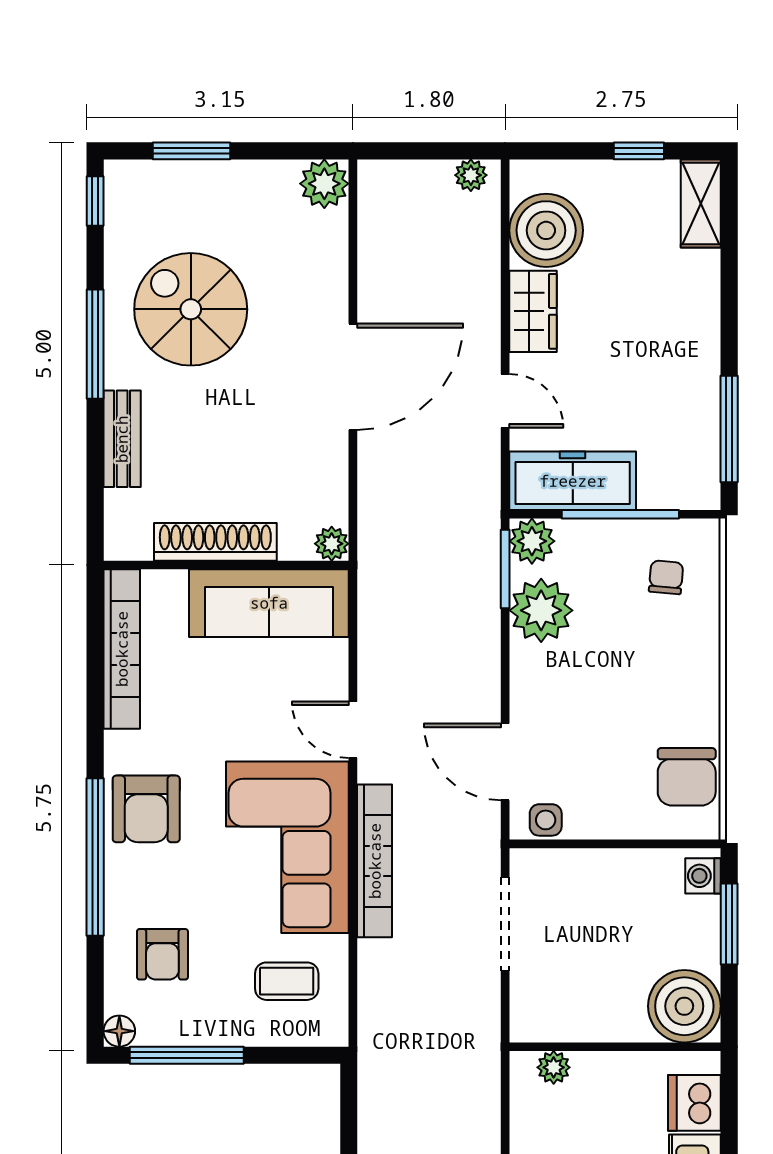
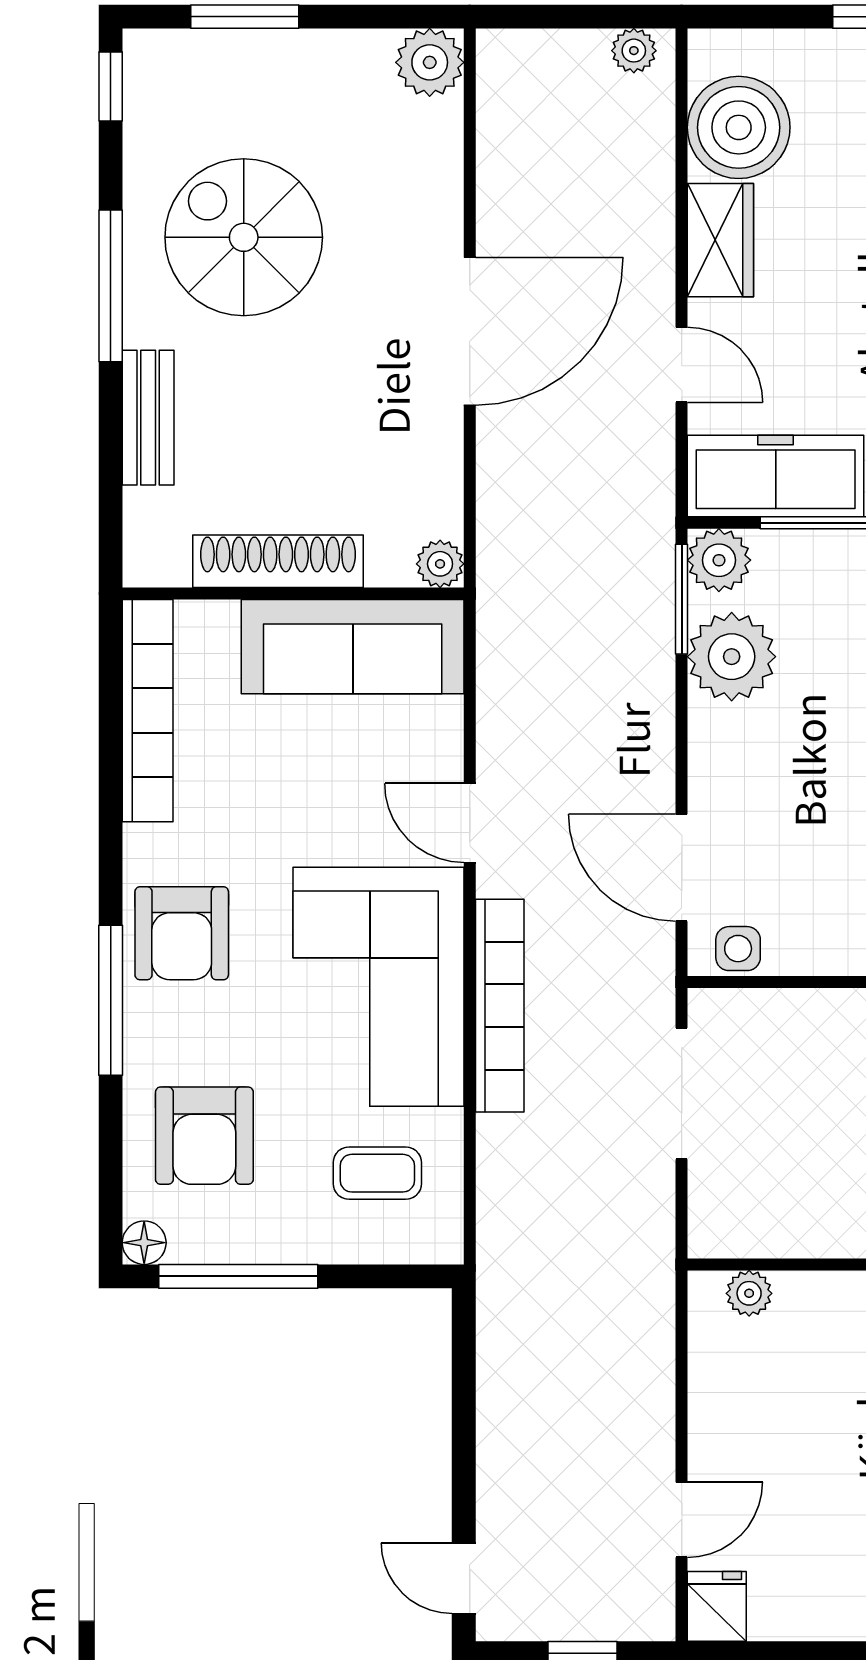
window: (95, 857) -> (111, 1000), width x0.68
armchair: (162, 954) -> (204, 1136), width x1.38, depth x1.38

